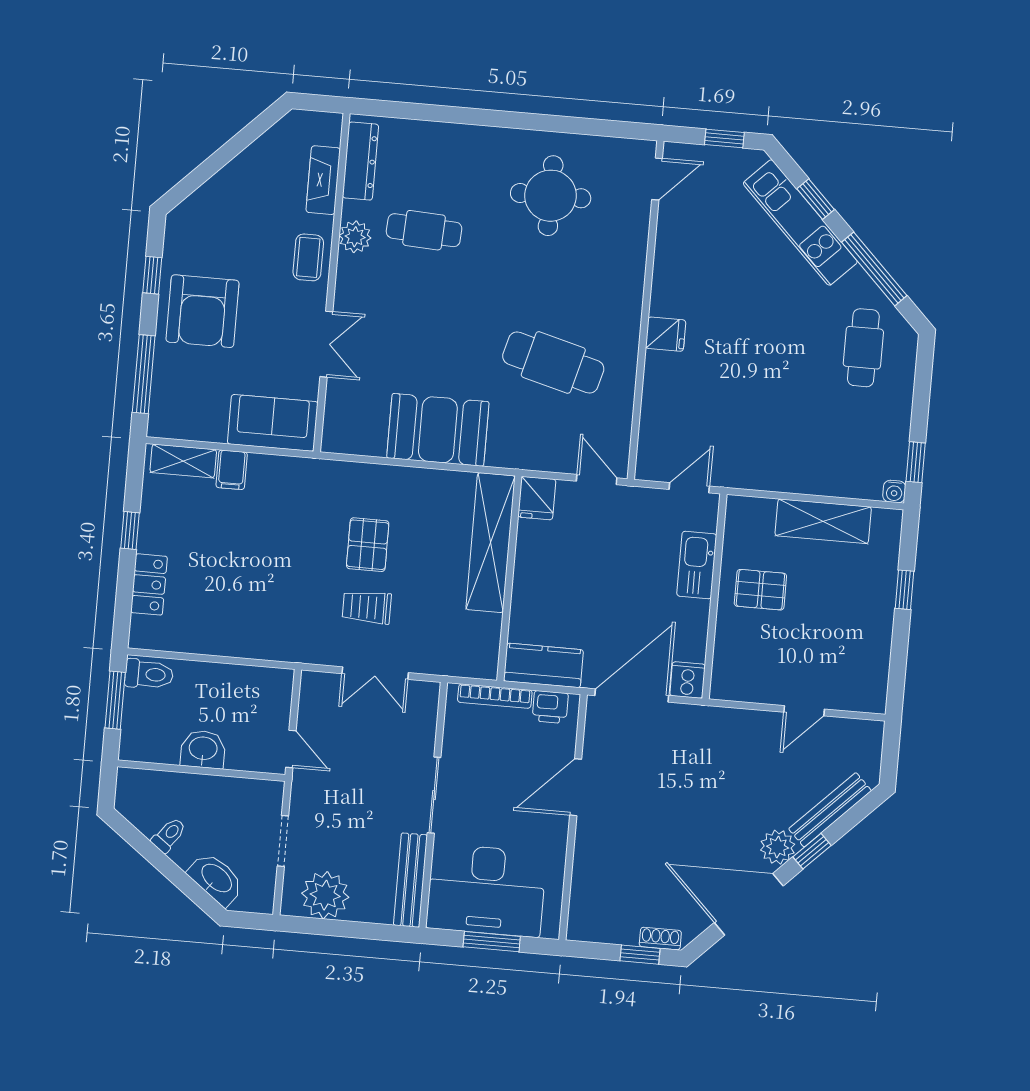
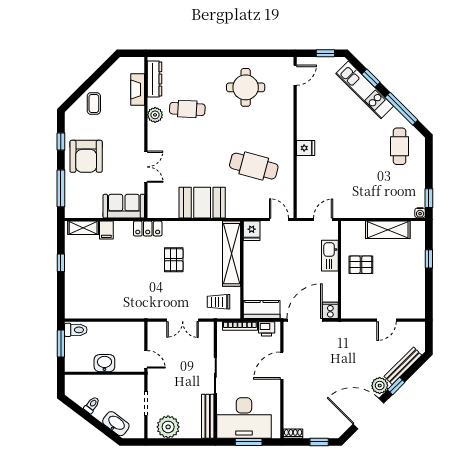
coffee table: (308, 257) -> (94, 103), moved
locker: (149, 584) -> (148, 229), moved, turned 90
trolley: (367, 607) -> (219, 302), moved
shoe rack: (660, 939) -> (293, 434), moved

